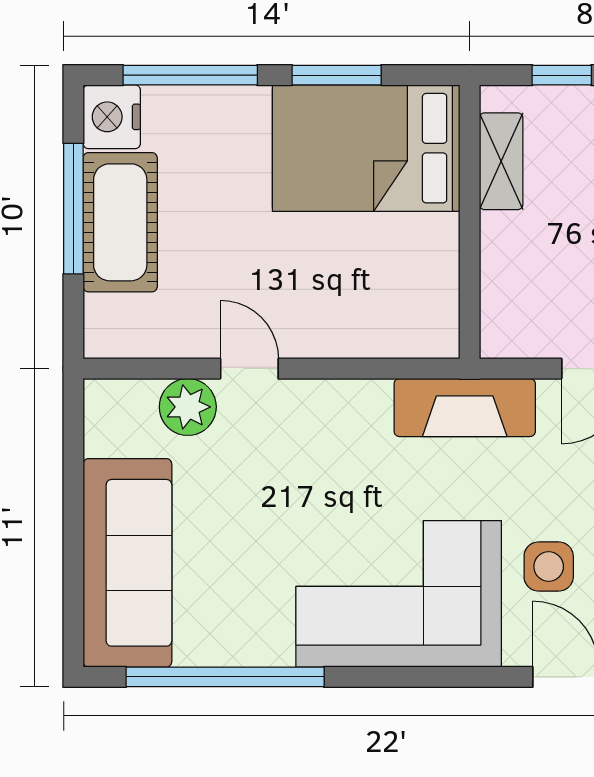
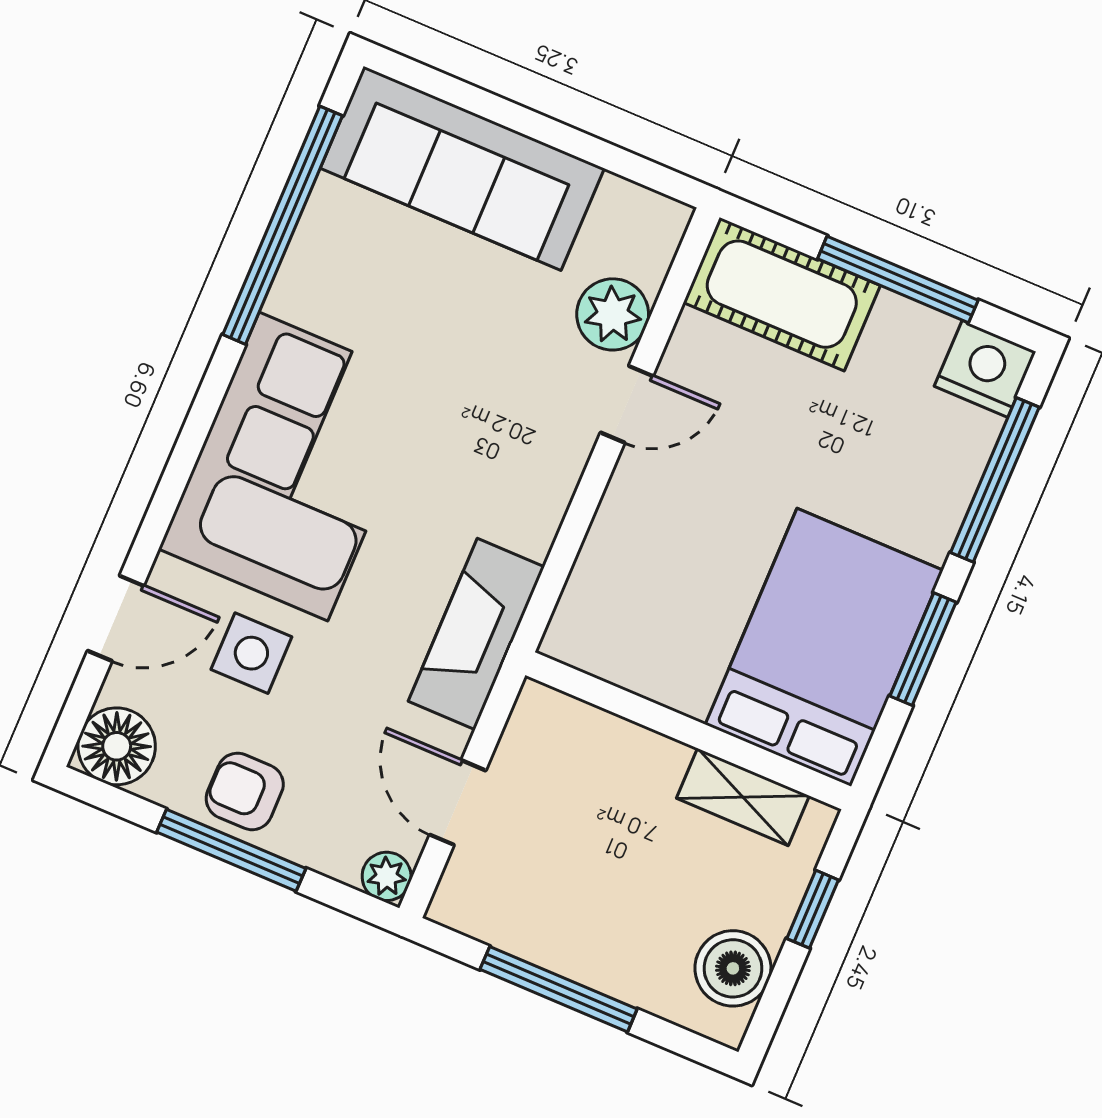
cot: (120, 222) -> (782, 294), moved

